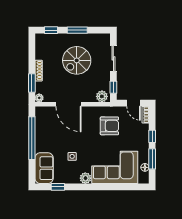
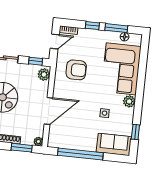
armchair: (109, 126) -> (76, 70), turned 90

